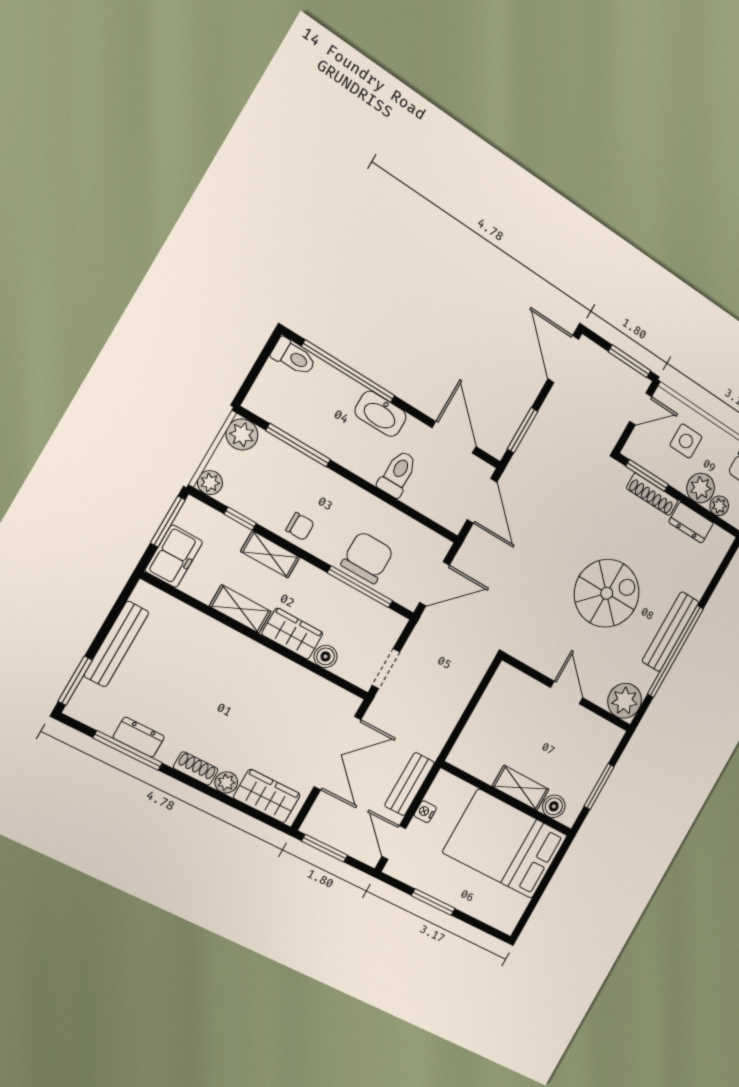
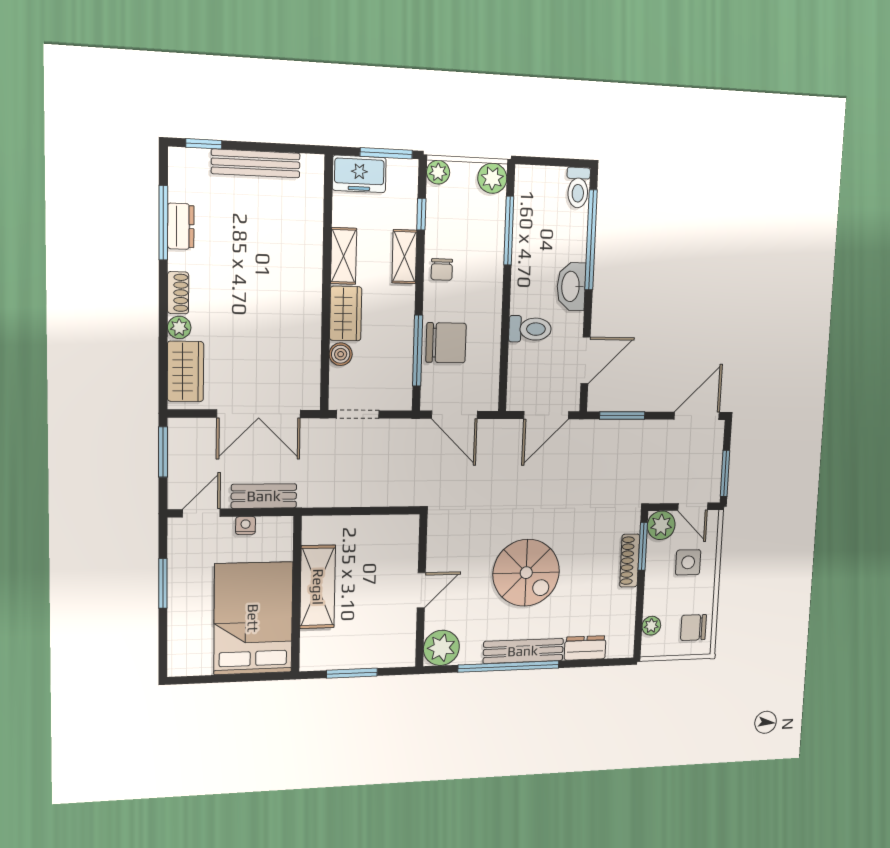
plant: (701, 488) -> (661, 525), moved
dresser: (691, 523) -> (585, 648), moved, turned 90
window: (75, 681) -> (204, 144), width x0.67
shelving: (521, 788) -> (318, 587), width x1.50, depth x1.33
boiler: (554, 806) -> (312, 642), removed

